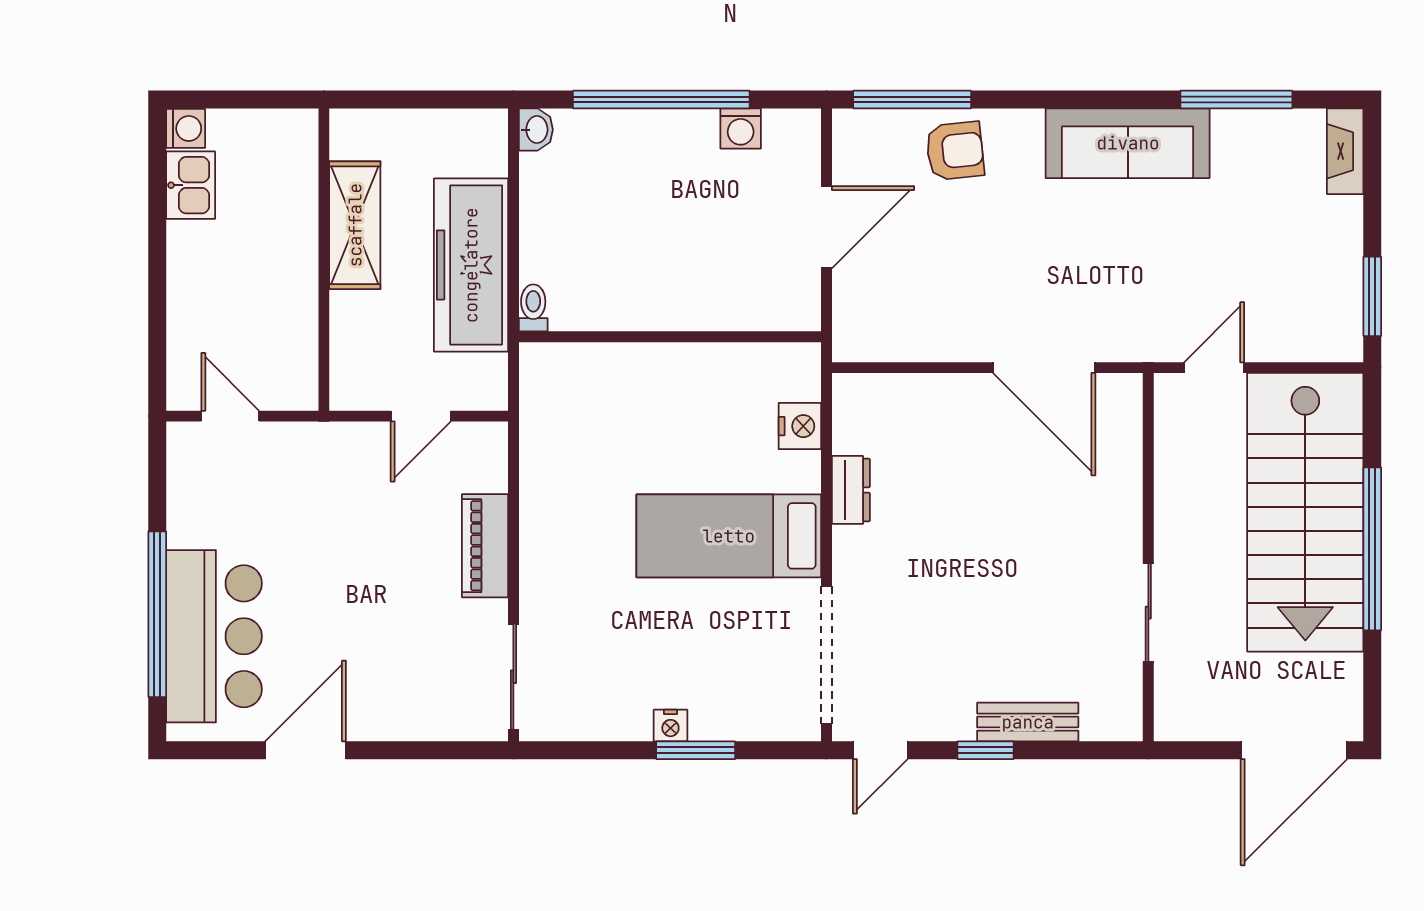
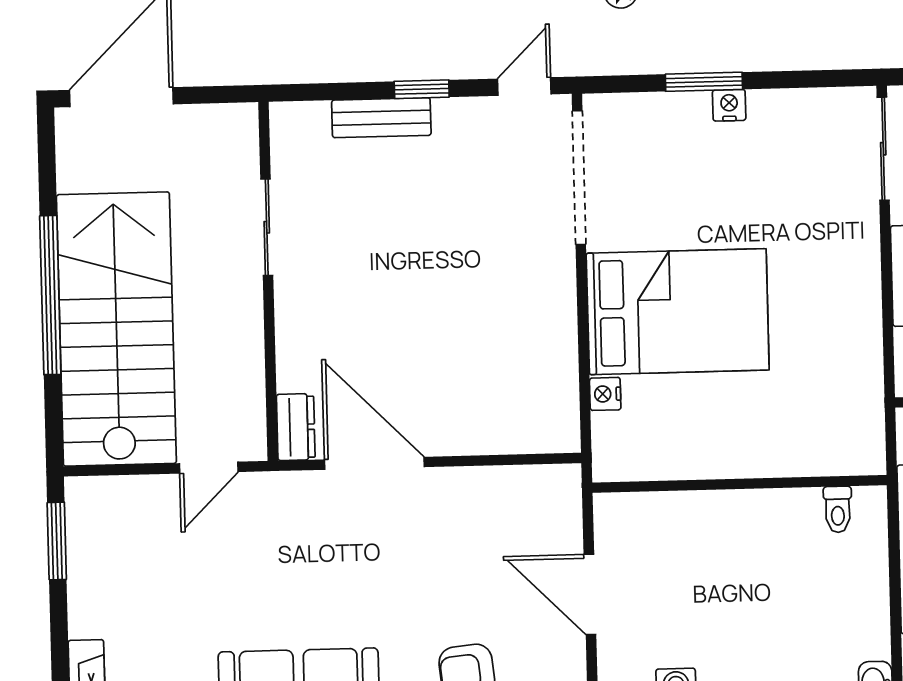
door: (826, 227) -> (590, 594), hinge flipped
toilet: (533, 308) -> (838, 509), moved
nightstand: (800, 426) -> (605, 394), width x0.72, depth x0.74
dresser: (851, 490) -> (296, 427), moved, turned 180
bed: (729, 536) -> (678, 312), width x1.50

